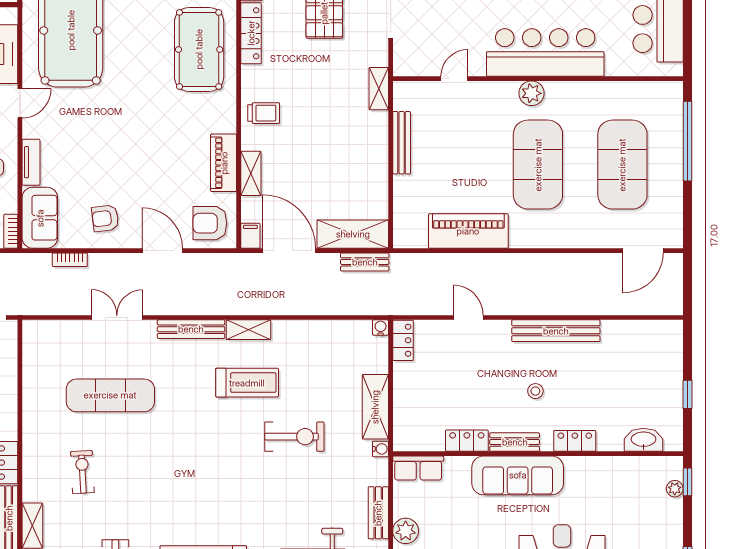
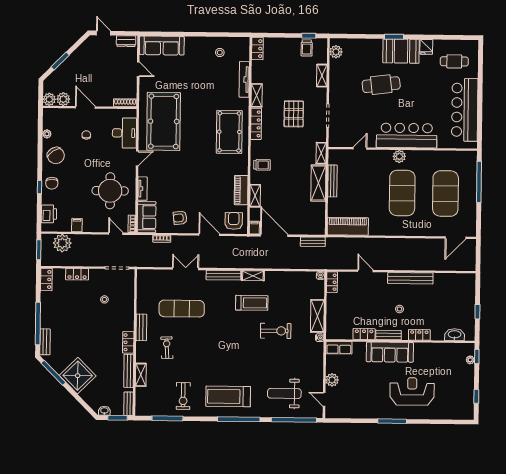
armchair: (210, 223) -> (234, 221), turned 90
piano: (468, 231) -> (348, 226), moved
shelving: (353, 234) -> (318, 183), moved, turned 90
bench: (378, 513) -> (141, 327), moved

